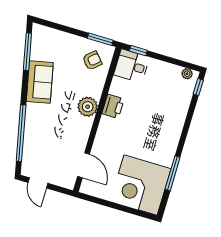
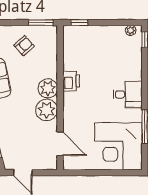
armchair: (92, 61) -> (24, 46), moved
desk: (132, 66) -> (128, 94), moved, turned 180
plant: (80, 128) -> (47, 110), added

